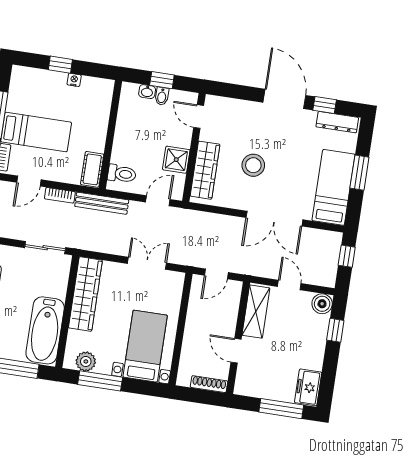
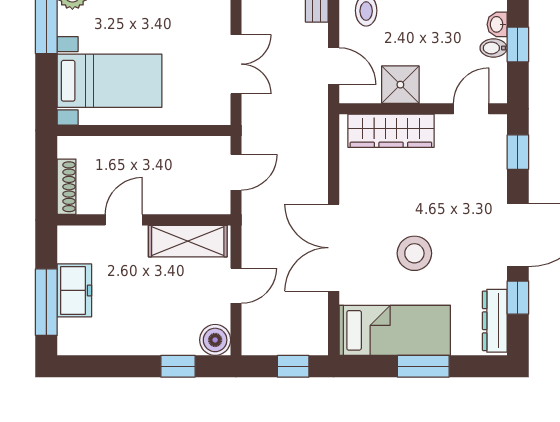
window: (231, 91) -> (518, 152), added
stool: (253, 165) -> (414, 253), moved
door: (216, 274) -> (236, 172), swing flipped
freezer: (308, 387) -> (74, 290), moved, turned 90

